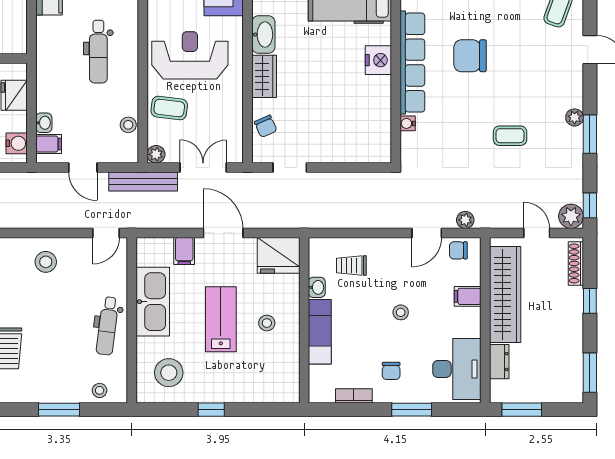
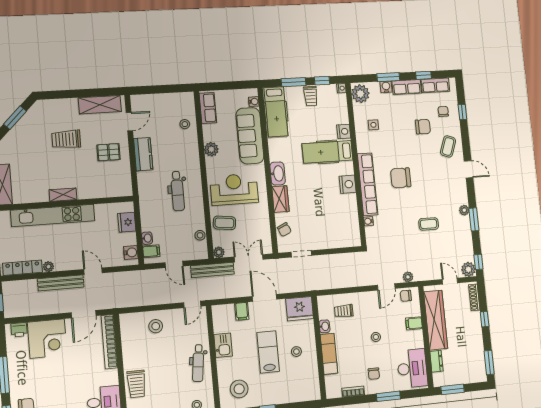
kitchen sink: (153, 302) -> (223, 345), width x0.53, depth x0.81

